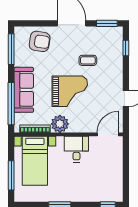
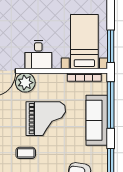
grand piano: (70, 91) -> (46, 119), turned 180
plant: (60, 124) -> (25, 83), moved
window: (11, 175) -> (111, 46), moved

